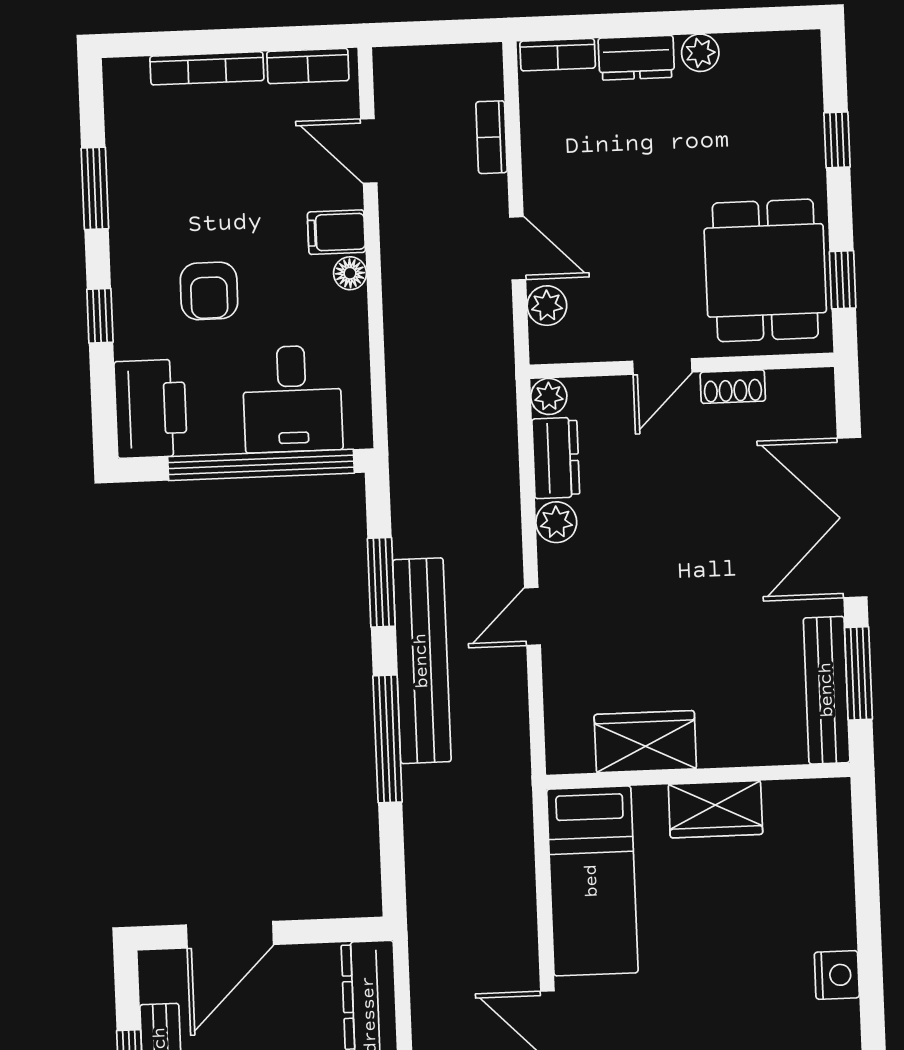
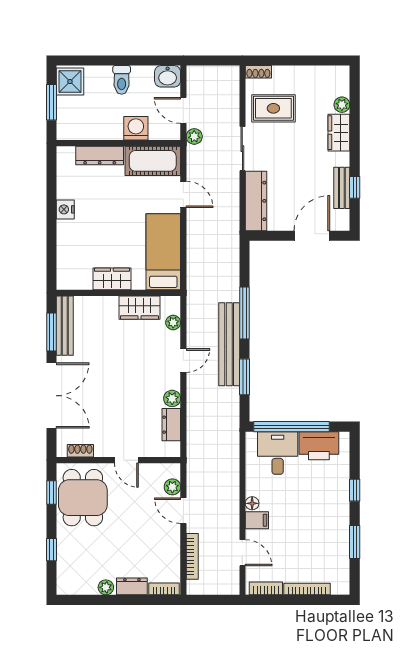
bookcase: (492, 137) -> (192, 556), width x1.56
armchair: (209, 291) -> (310, 498), removed
door: (662, 367) -> (126, 460), swing flipped
shoe rack: (733, 387) -> (80, 451), moved
plant: (549, 396) -> (173, 322), moved
printer: (151, 409) -> (319, 446), moved, turned -90

